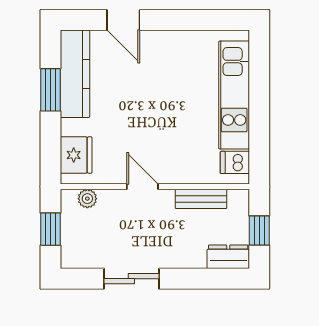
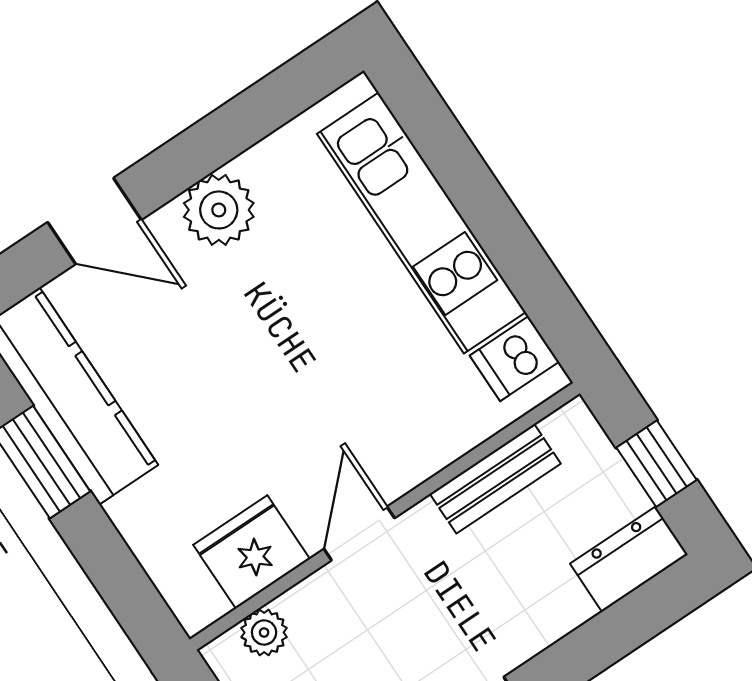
plant: (168, 45) -> (219, 210), added
fridge: (76, 155) -> (252, 552), moved, turned -90
door: (142, 187) -> (359, 533), hinge flipped

